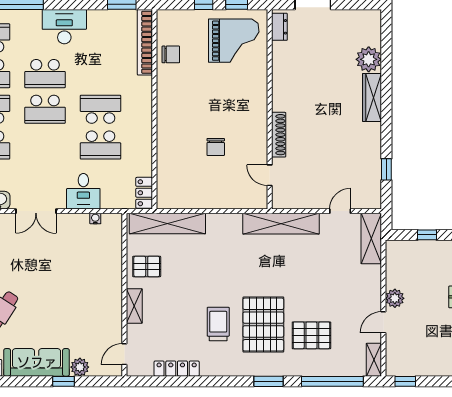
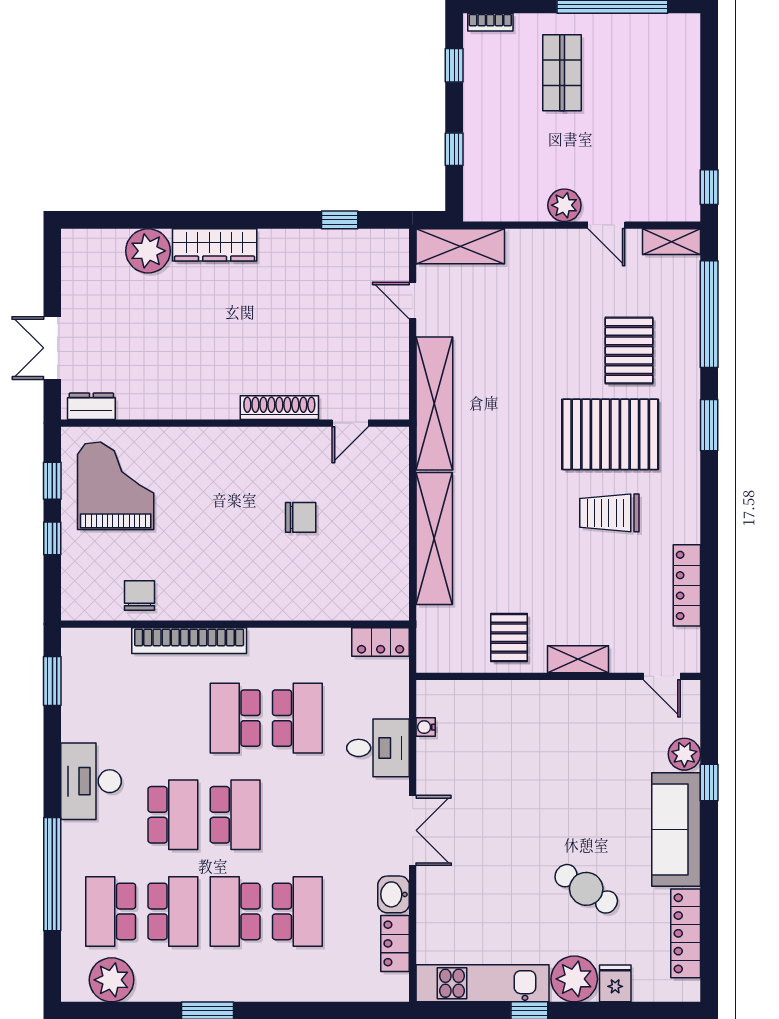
bookcase: (145, 42) -> (189, 641), moved
shelving: (167, 224) -> (434, 539), moved

